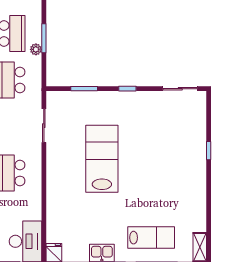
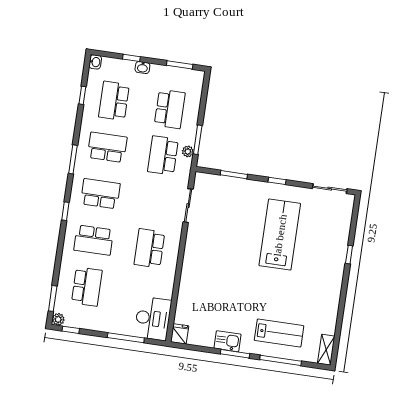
window: (44, 38) -> (198, 140), moved
plant: (36, 49) -> (188, 151), moved
lab bench: (102, 159) -> (280, 235), moved

